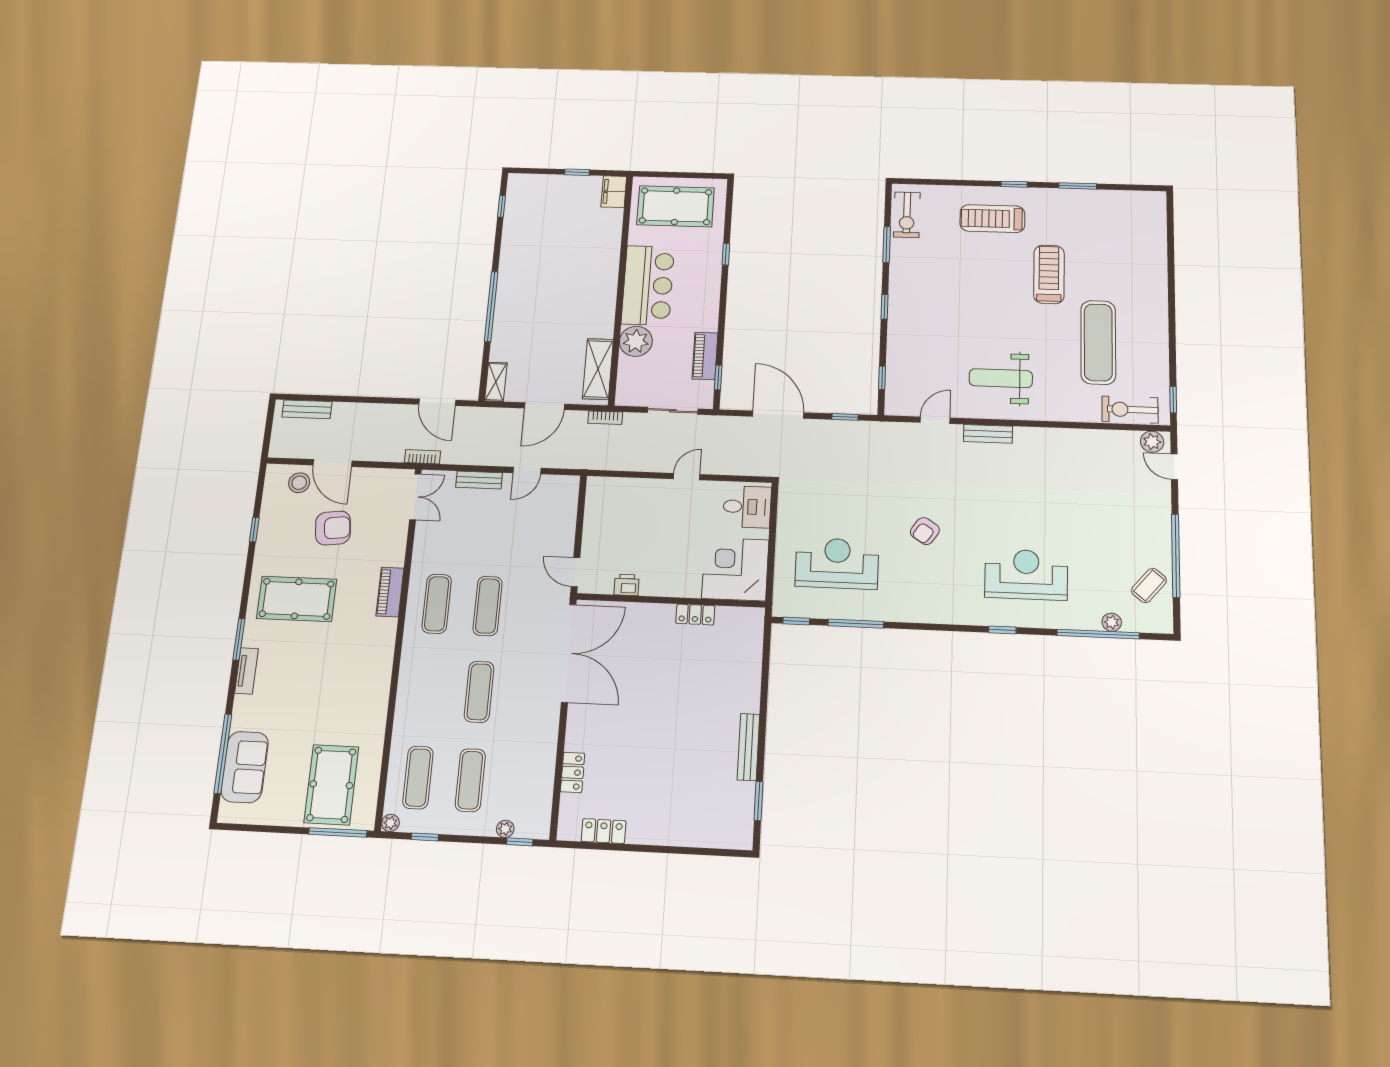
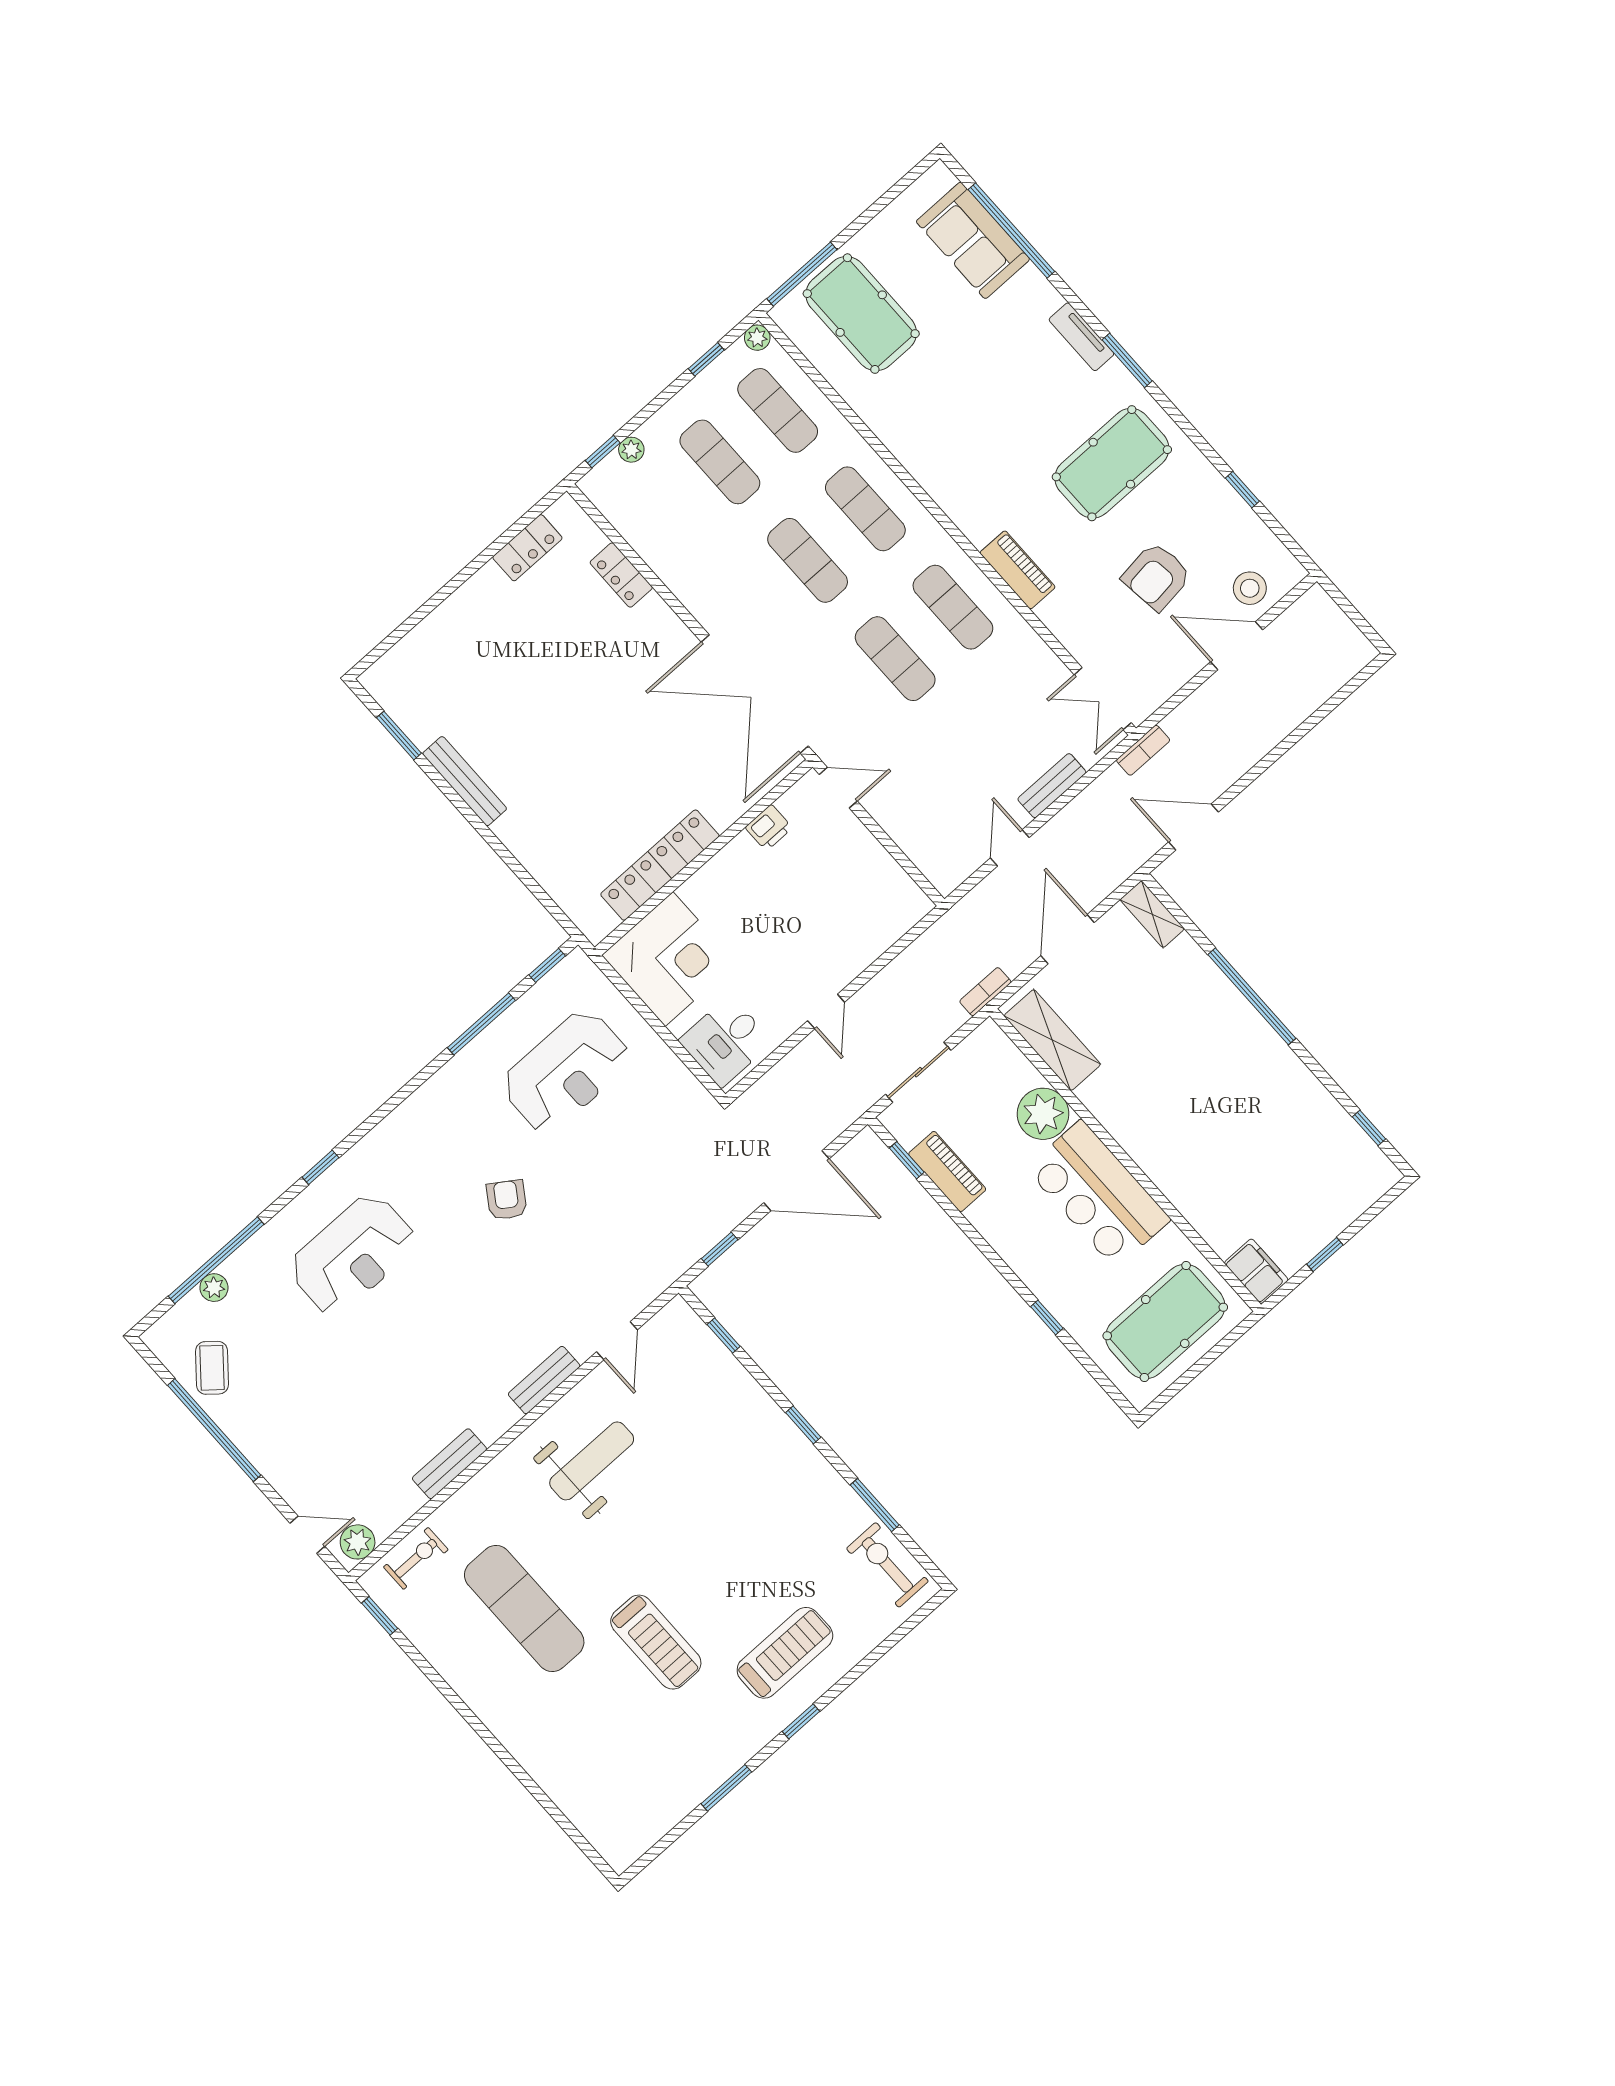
bench: (307, 409) -> (449, 1464), moved
exercise bike: (1130, 410) -> (416, 1558), width x0.73, depth x0.72
locker: (695, 614) -> (660, 865), width x2.16, depth x1.21
exercise mat: (427, 689) -> (865, 509), added

